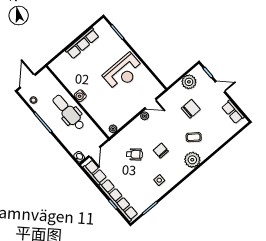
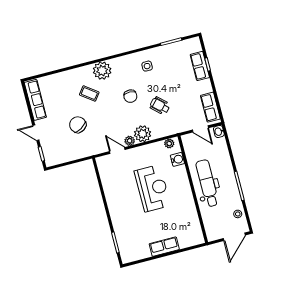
row of seats: (82, 43) -> (164, 247), width x0.68
reception desk: (123, 72) -> (152, 188), moved, turned 90
plant: (189, 82) -> (143, 134), moved
water cooler: (80, 96) -> (177, 159), moved
chair: (191, 109) -> (78, 125), turned 59
dental chair: (69, 112) -> (207, 183), turned 180
row of seats: (233, 112) -> (35, 100), width x1.48
door: (94, 152) -> (200, 129), swing flipped
row of seats: (119, 200) -> (200, 66), width x0.50

